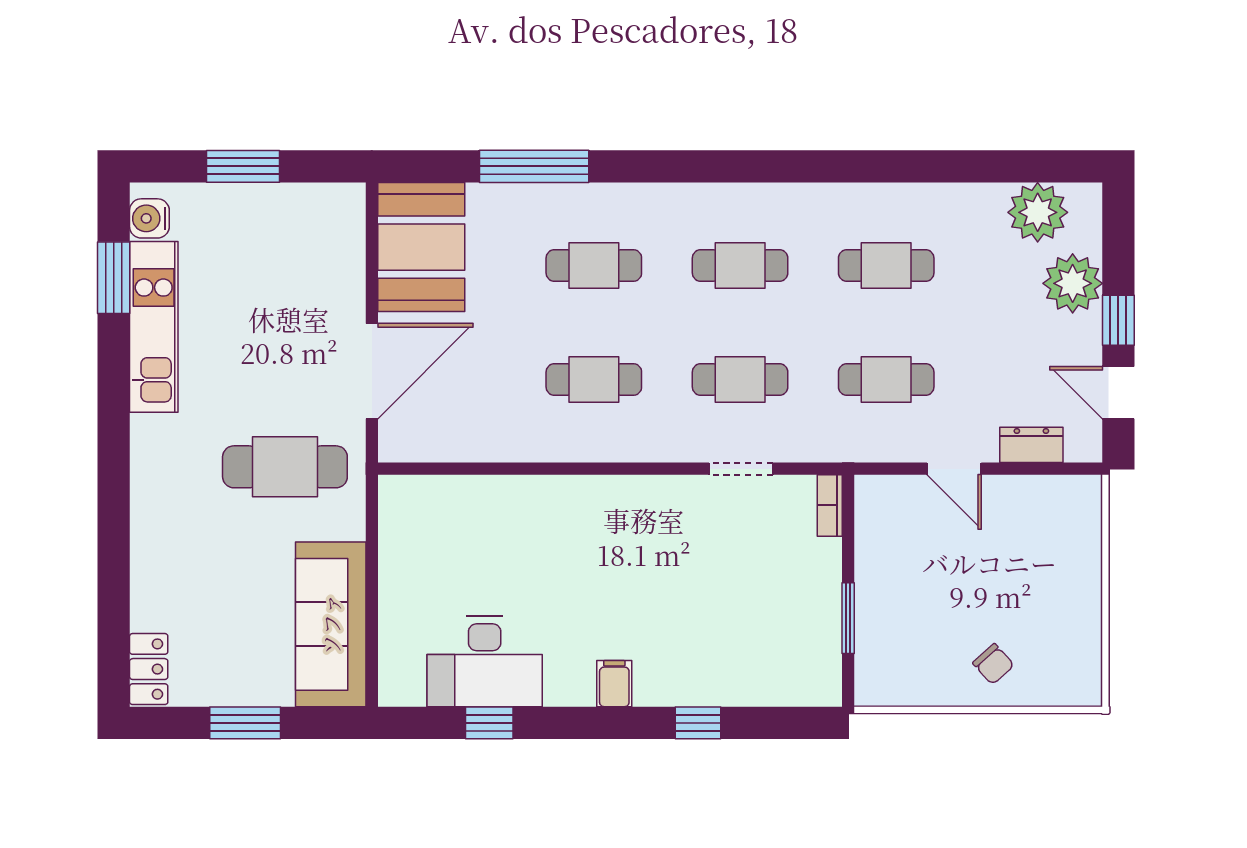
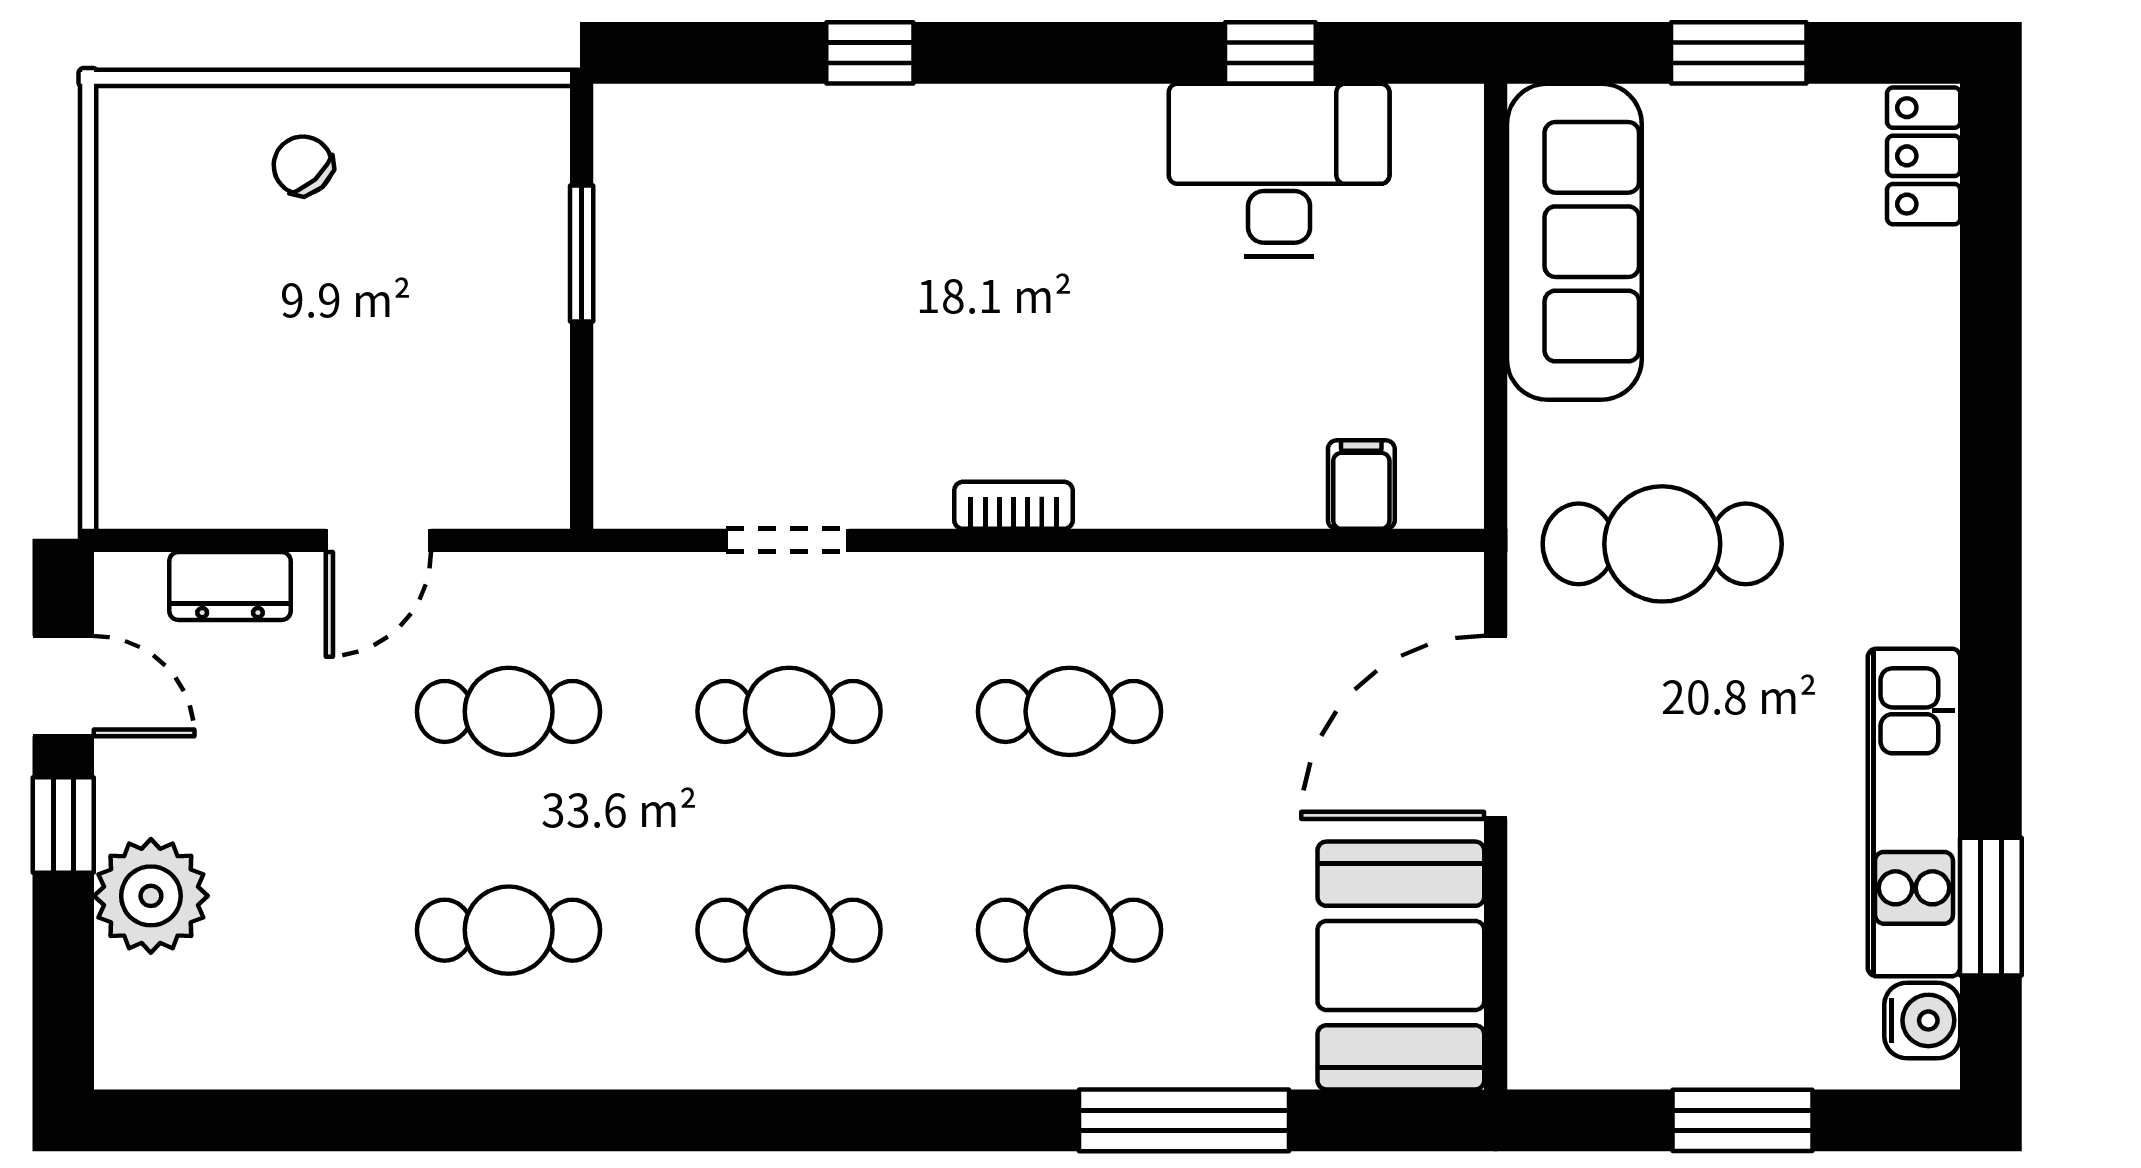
plant: (1038, 212) -> (218, 1032), removed
door: (954, 469) -> (378, 540), swing flipped
bookcase: (830, 505) -> (1014, 505), moved, turned -90
filing cabinet: (614, 684) -> (1361, 485), moved, turned 180

